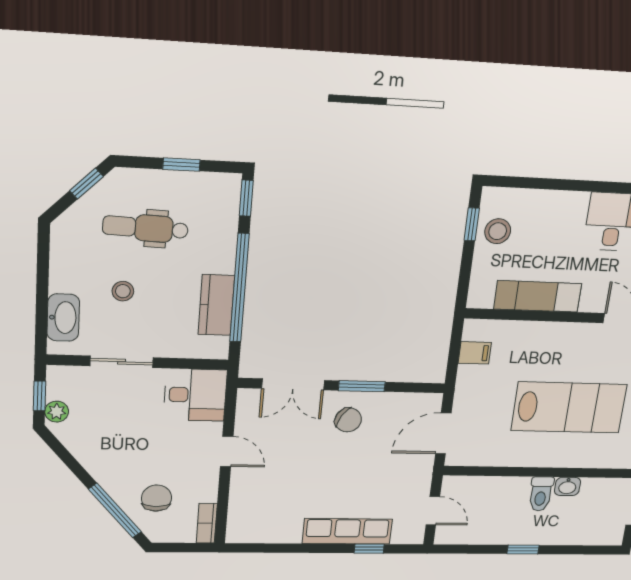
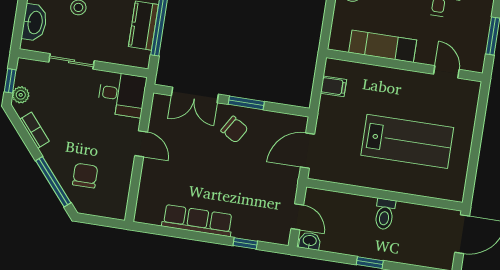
washbasin: (567, 486) -> (310, 241), moved, turned 180
bookcase: (207, 523) -> (35, 130), moved, turned 140
row of seats: (347, 531) -> (197, 220), moved

